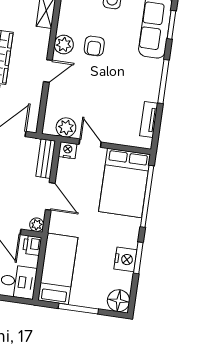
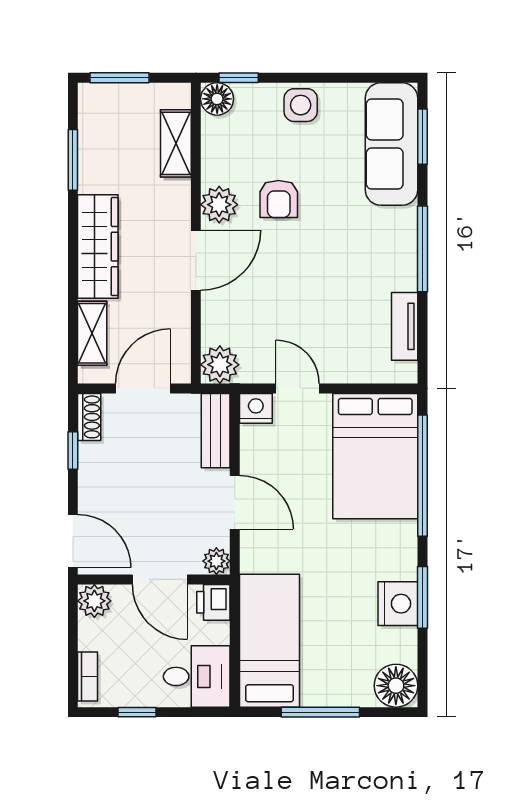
door: (48, 71) -> (196, 260), width x1.38
plant: (66, 127) -> (220, 365), moved

